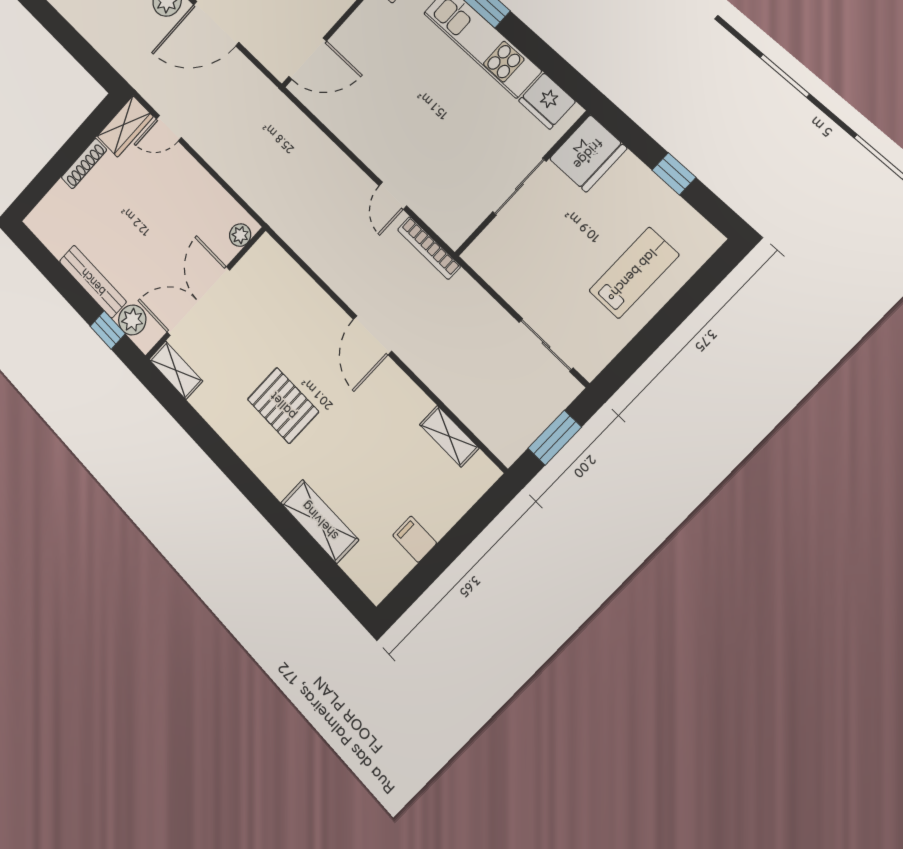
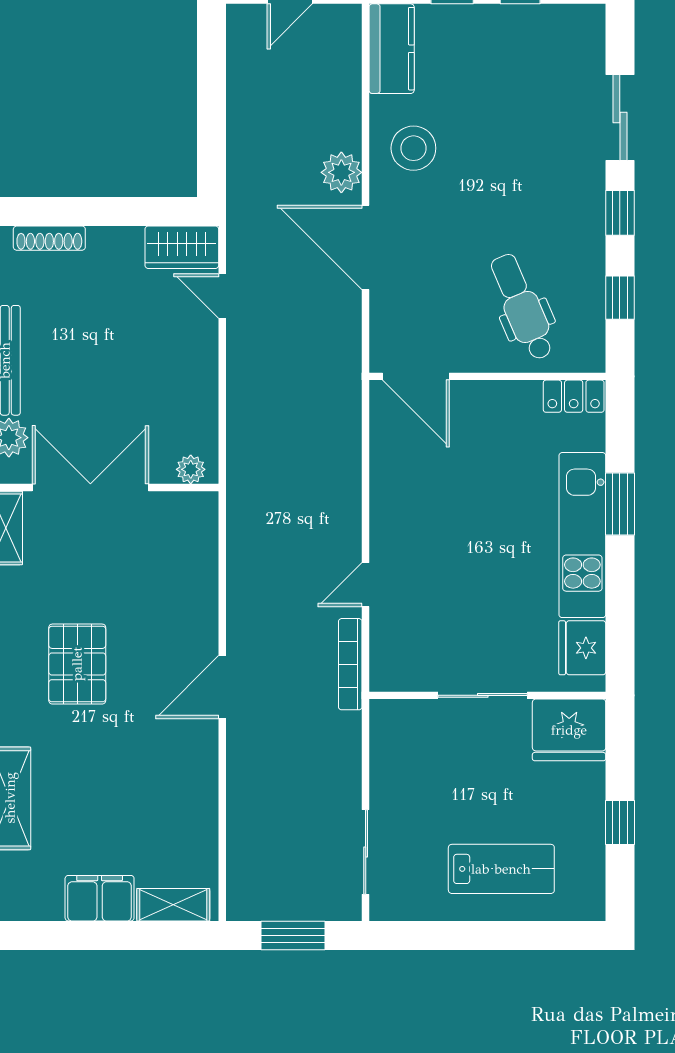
shoe rack: (84, 164) -> (49, 238), moved
shelving: (449, 436) -> (173, 905), moved, turned 90
filing cabinet: (415, 539) -> (100, 898), width x2.00

